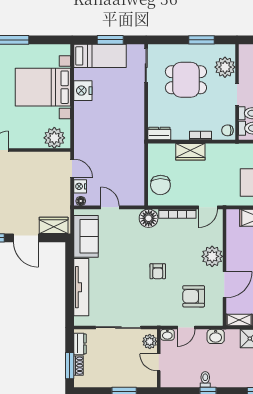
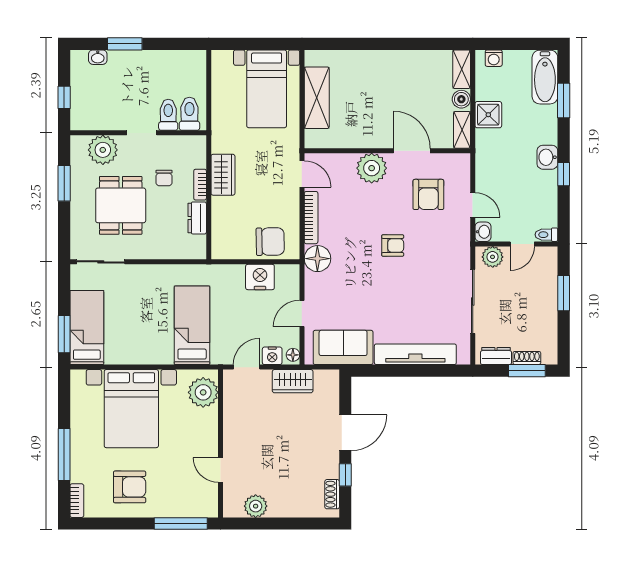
window: (110, 40) -> (64, 334), moved
nightstand: (83, 91) -> (260, 277), moved, turned 180
bed: (102, 130) -> (192, 325), added
chair: (227, 130) -> (164, 178), moved
dresser: (159, 134) -> (197, 218), moved
wardrobe: (190, 152) -> (223, 175), moved
wardrobe: (54, 225) -> (293, 381), moved, turned -90
washbasin: (216, 336) -> (547, 157), moved, turned 180
toilet: (205, 379) -> (546, 235), moved

